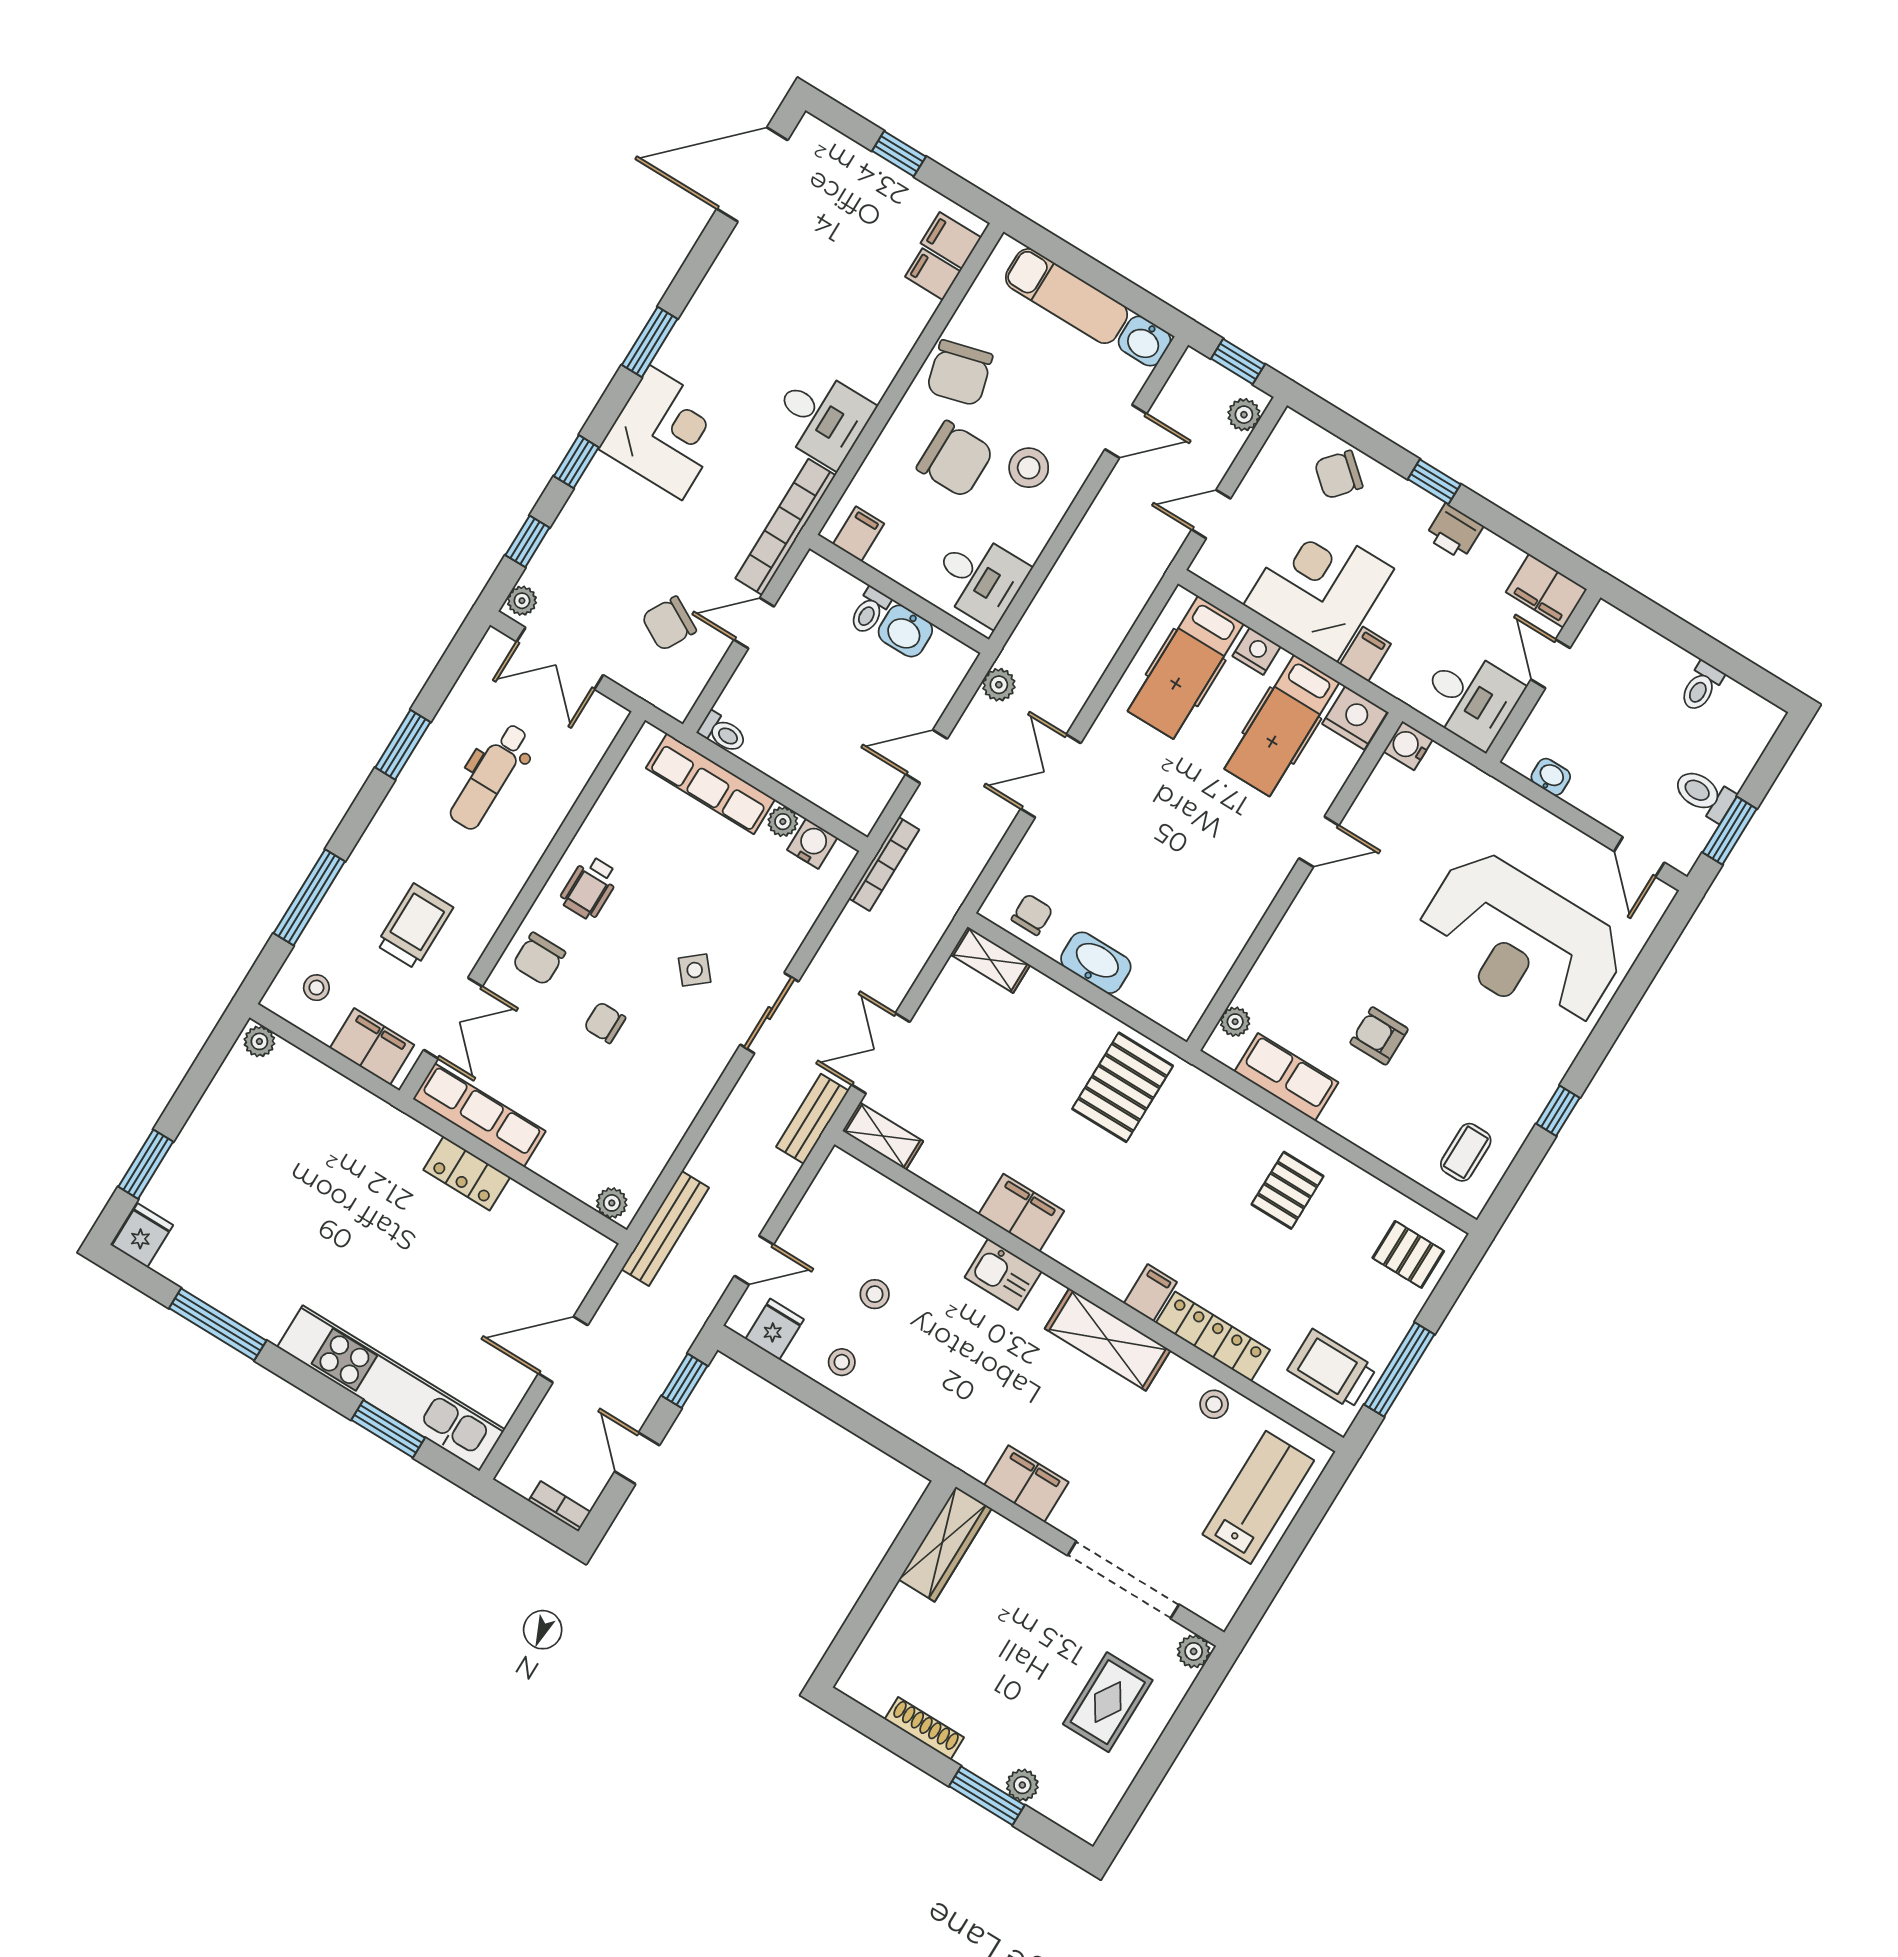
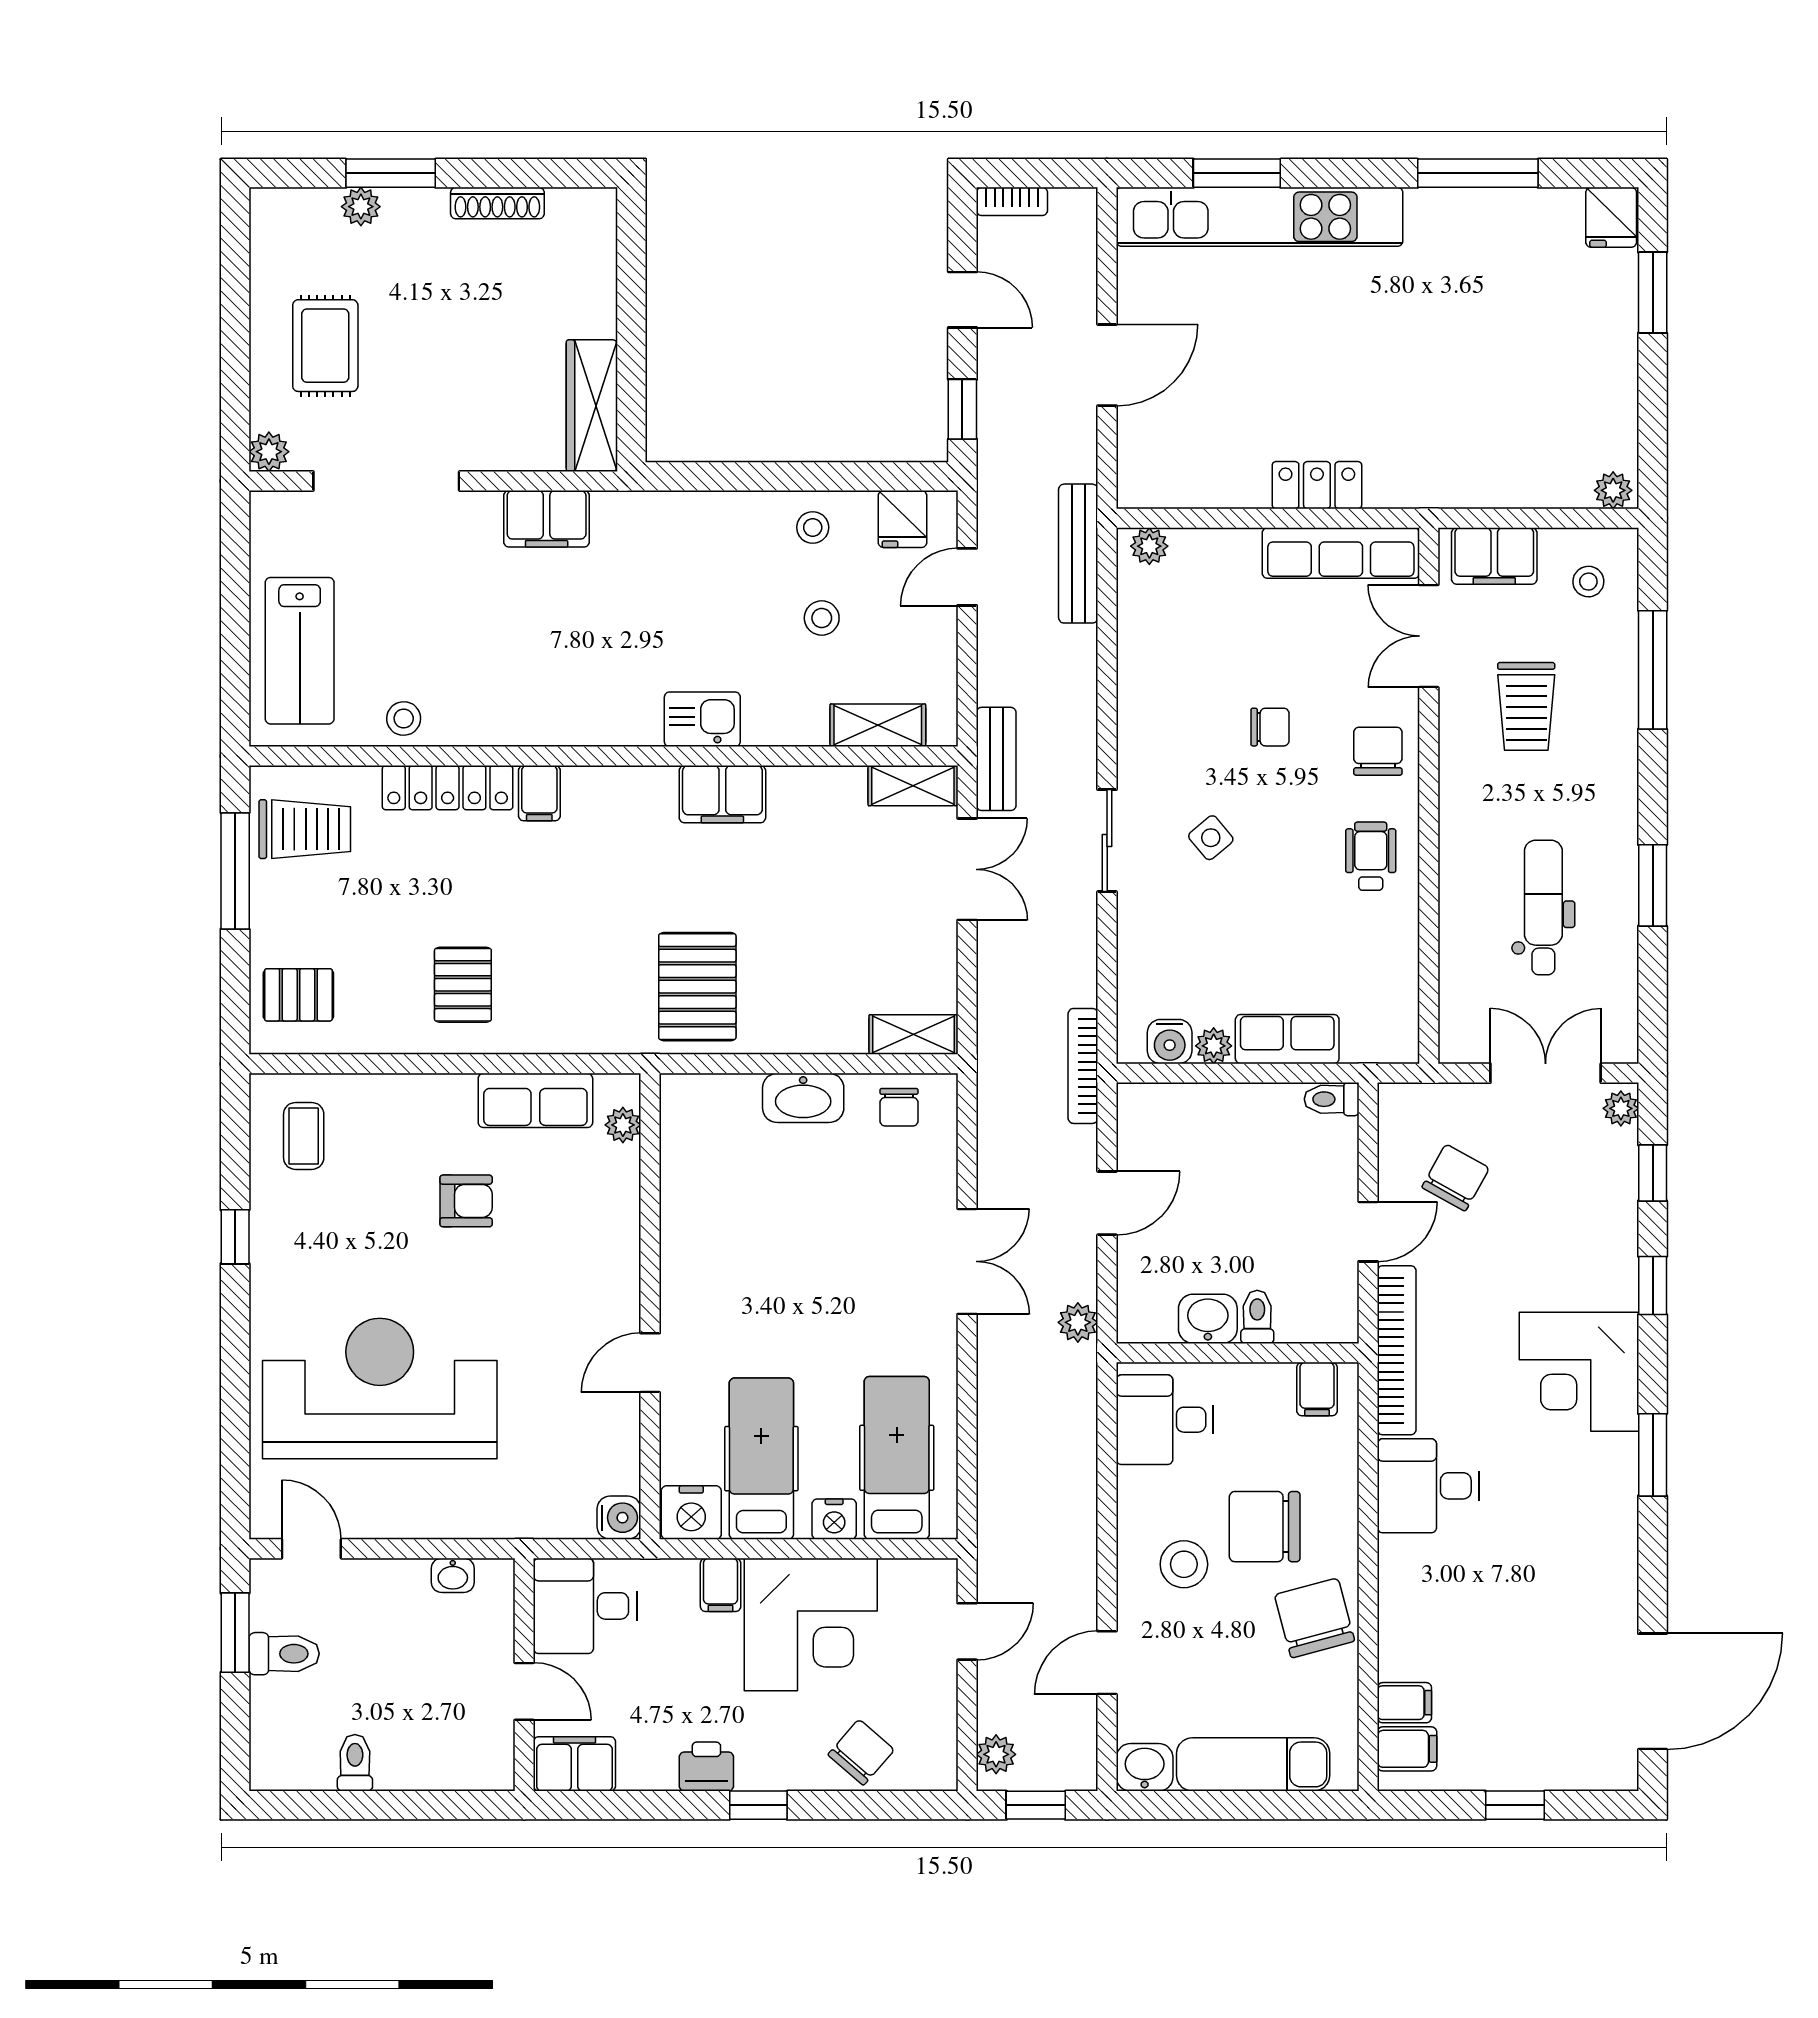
row of seats: (710, 784) -> (1287, 1039), width x0.68
shelving: (1108, 1340) -> (878, 725), moved, width x0.67, depth x0.75

